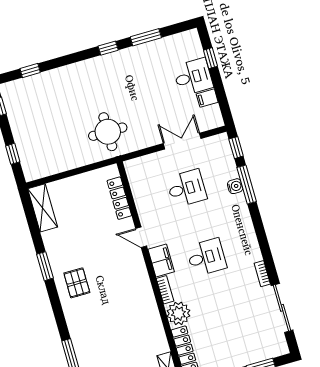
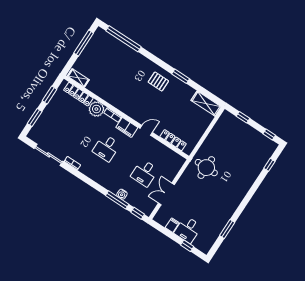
window: (108, 48) -> (241, 208), removed
double door: (182, 141) -> (166, 194), swing flipped

